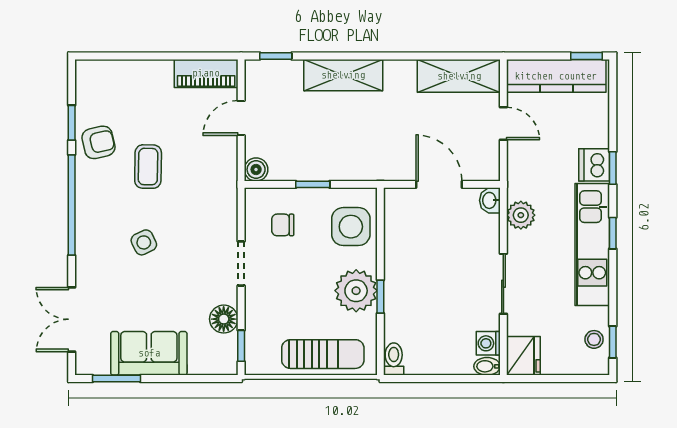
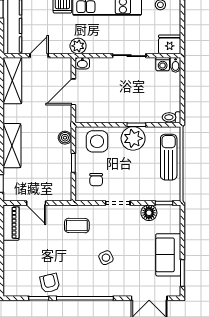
coffee table: (148, 167) -> (77, 226), moved
boiler: (256, 169) -> (65, 138), moved
plant: (521, 215) -> (78, 46), moved

